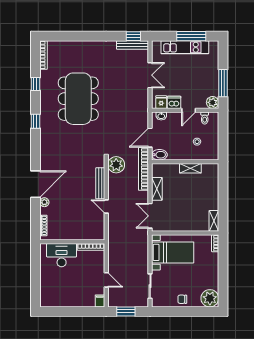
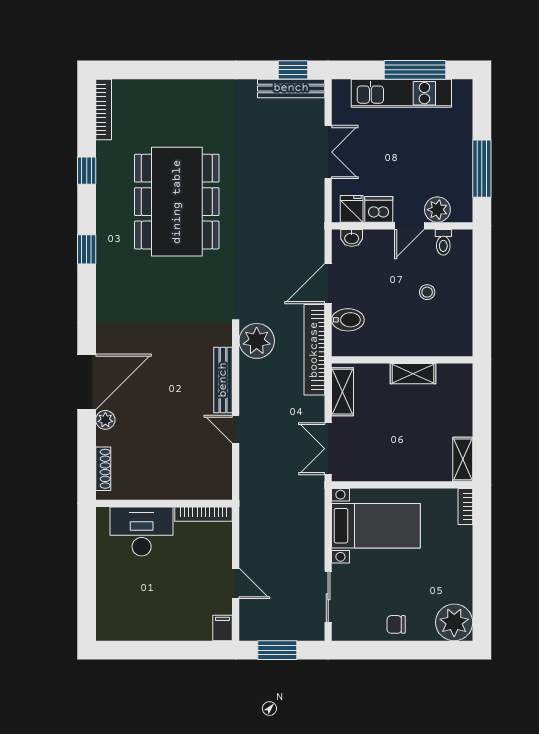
plant: (213, 102) -> (437, 210), moved
wall: (185, 162) -> (402, 360), moved
shelving: (190, 168) -> (413, 374), moved

